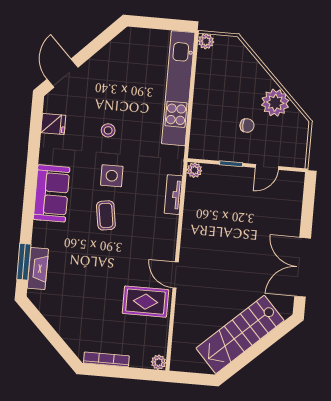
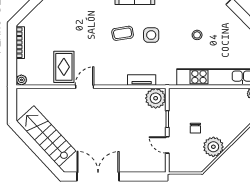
stool: (108, 130) -> (197, 35), moved
plant: (194, 170) -> (156, 98), width x1.88, depth x1.88

